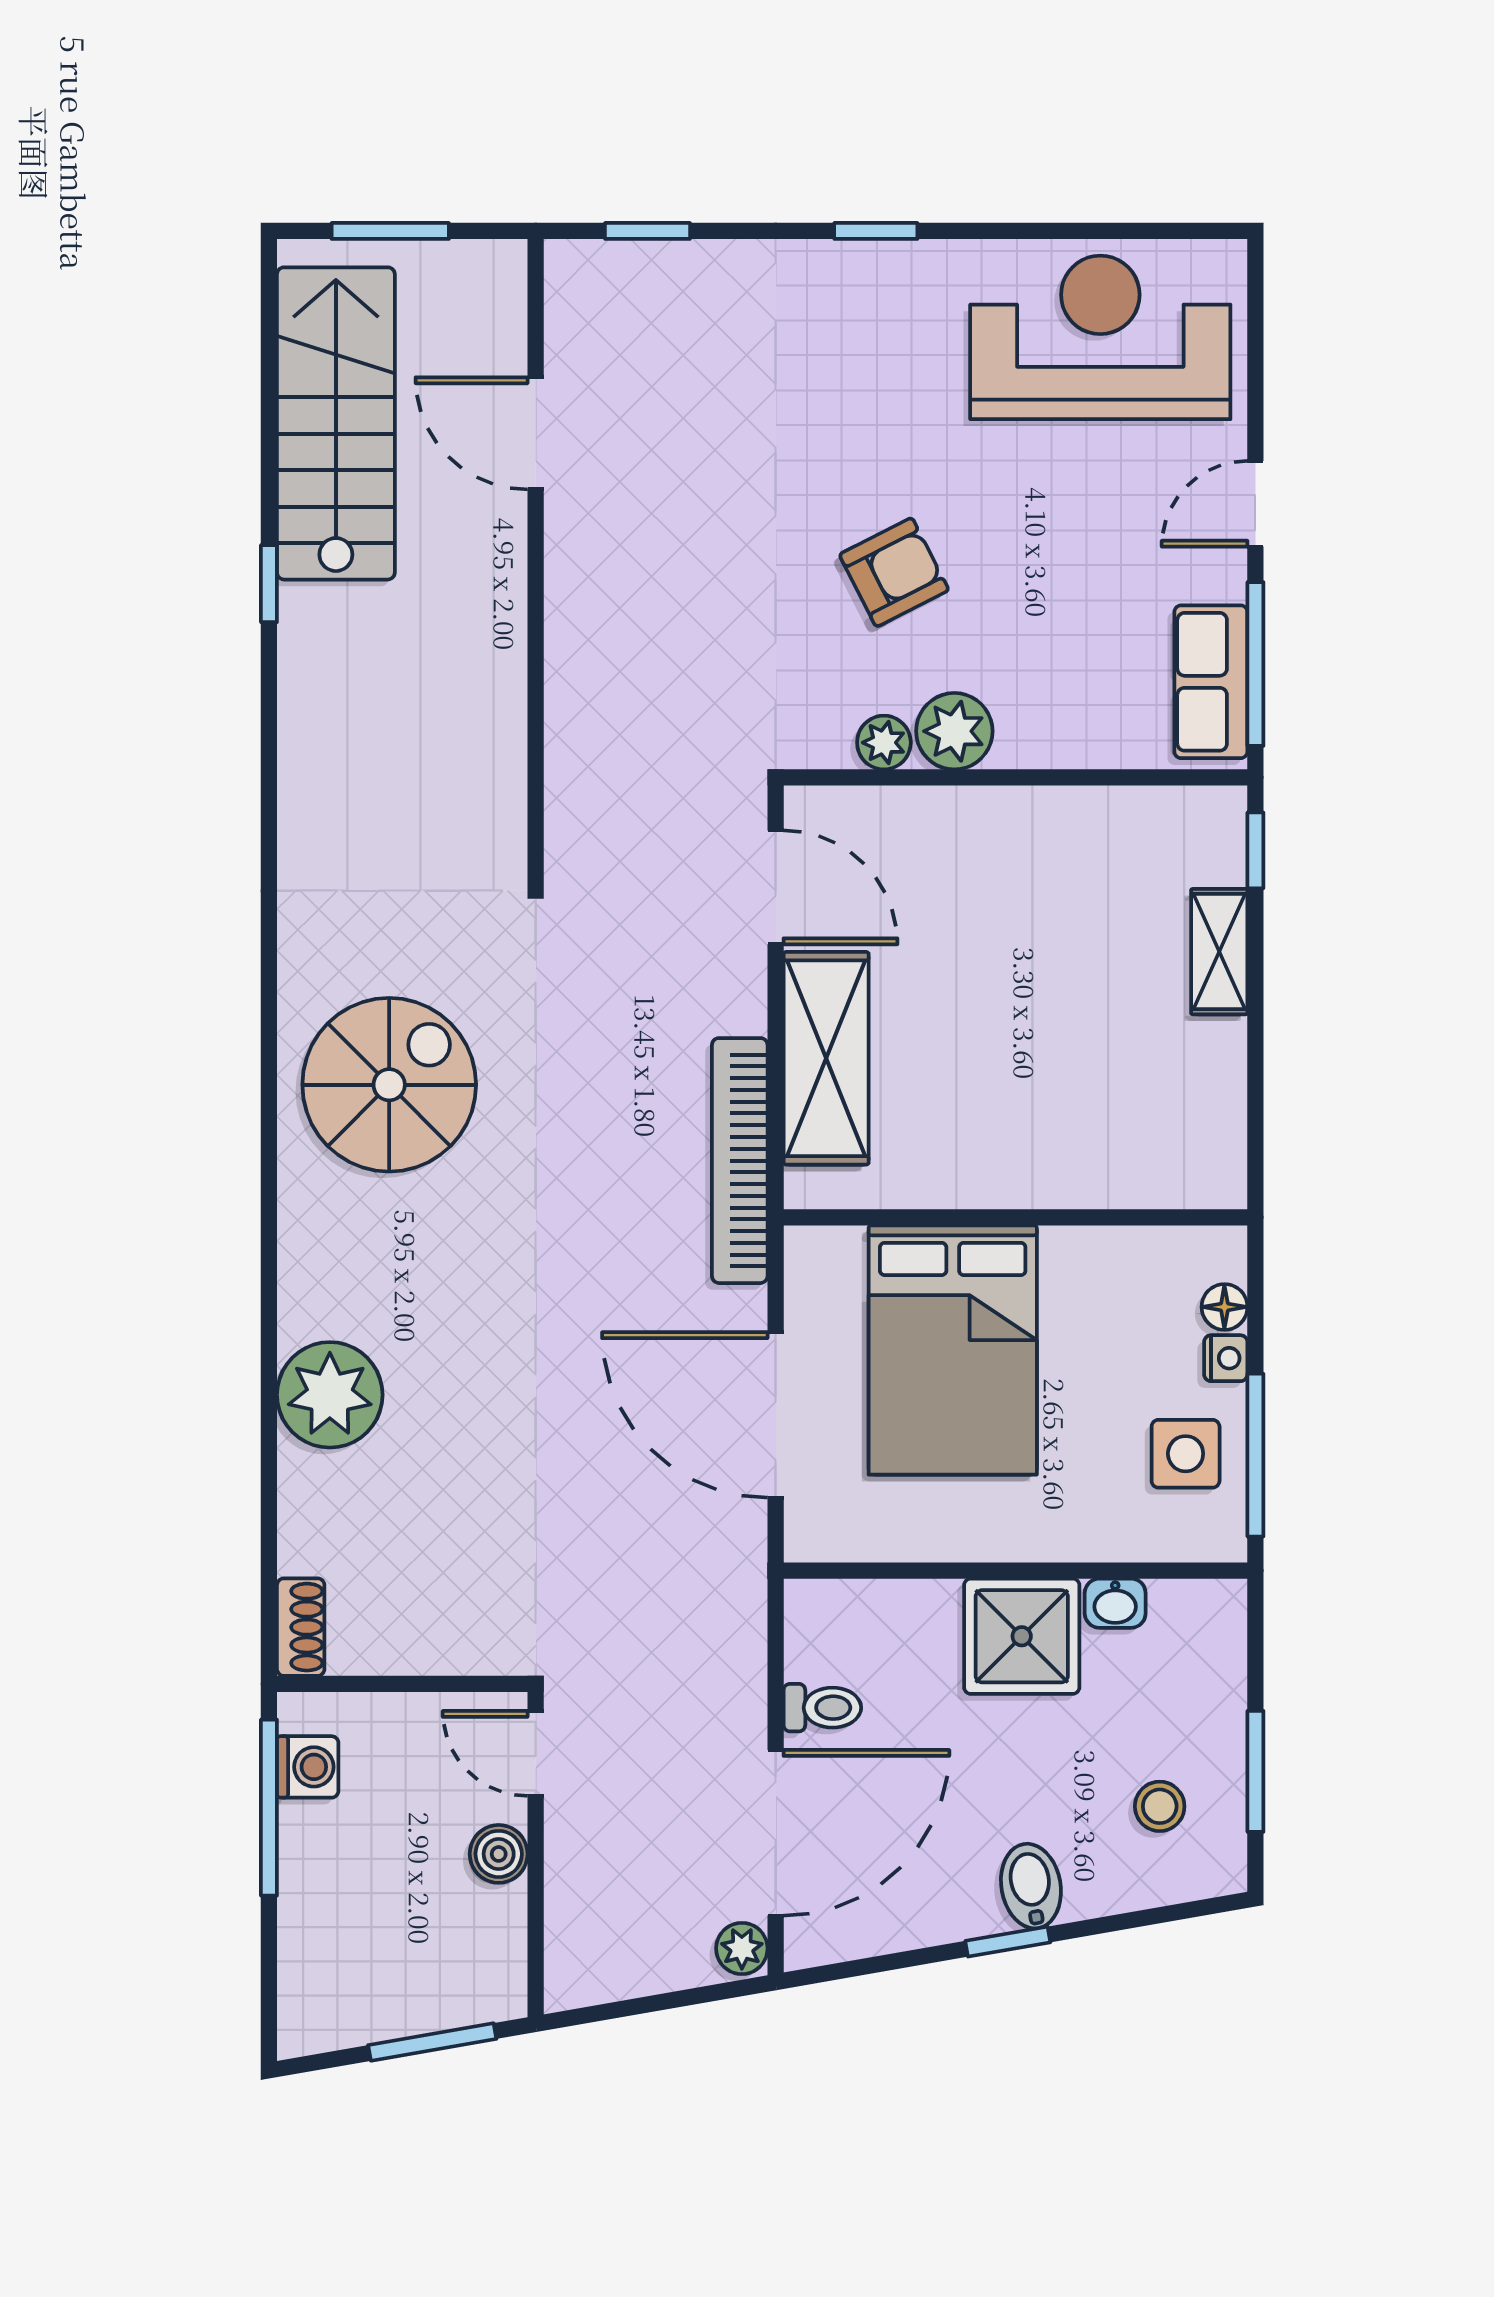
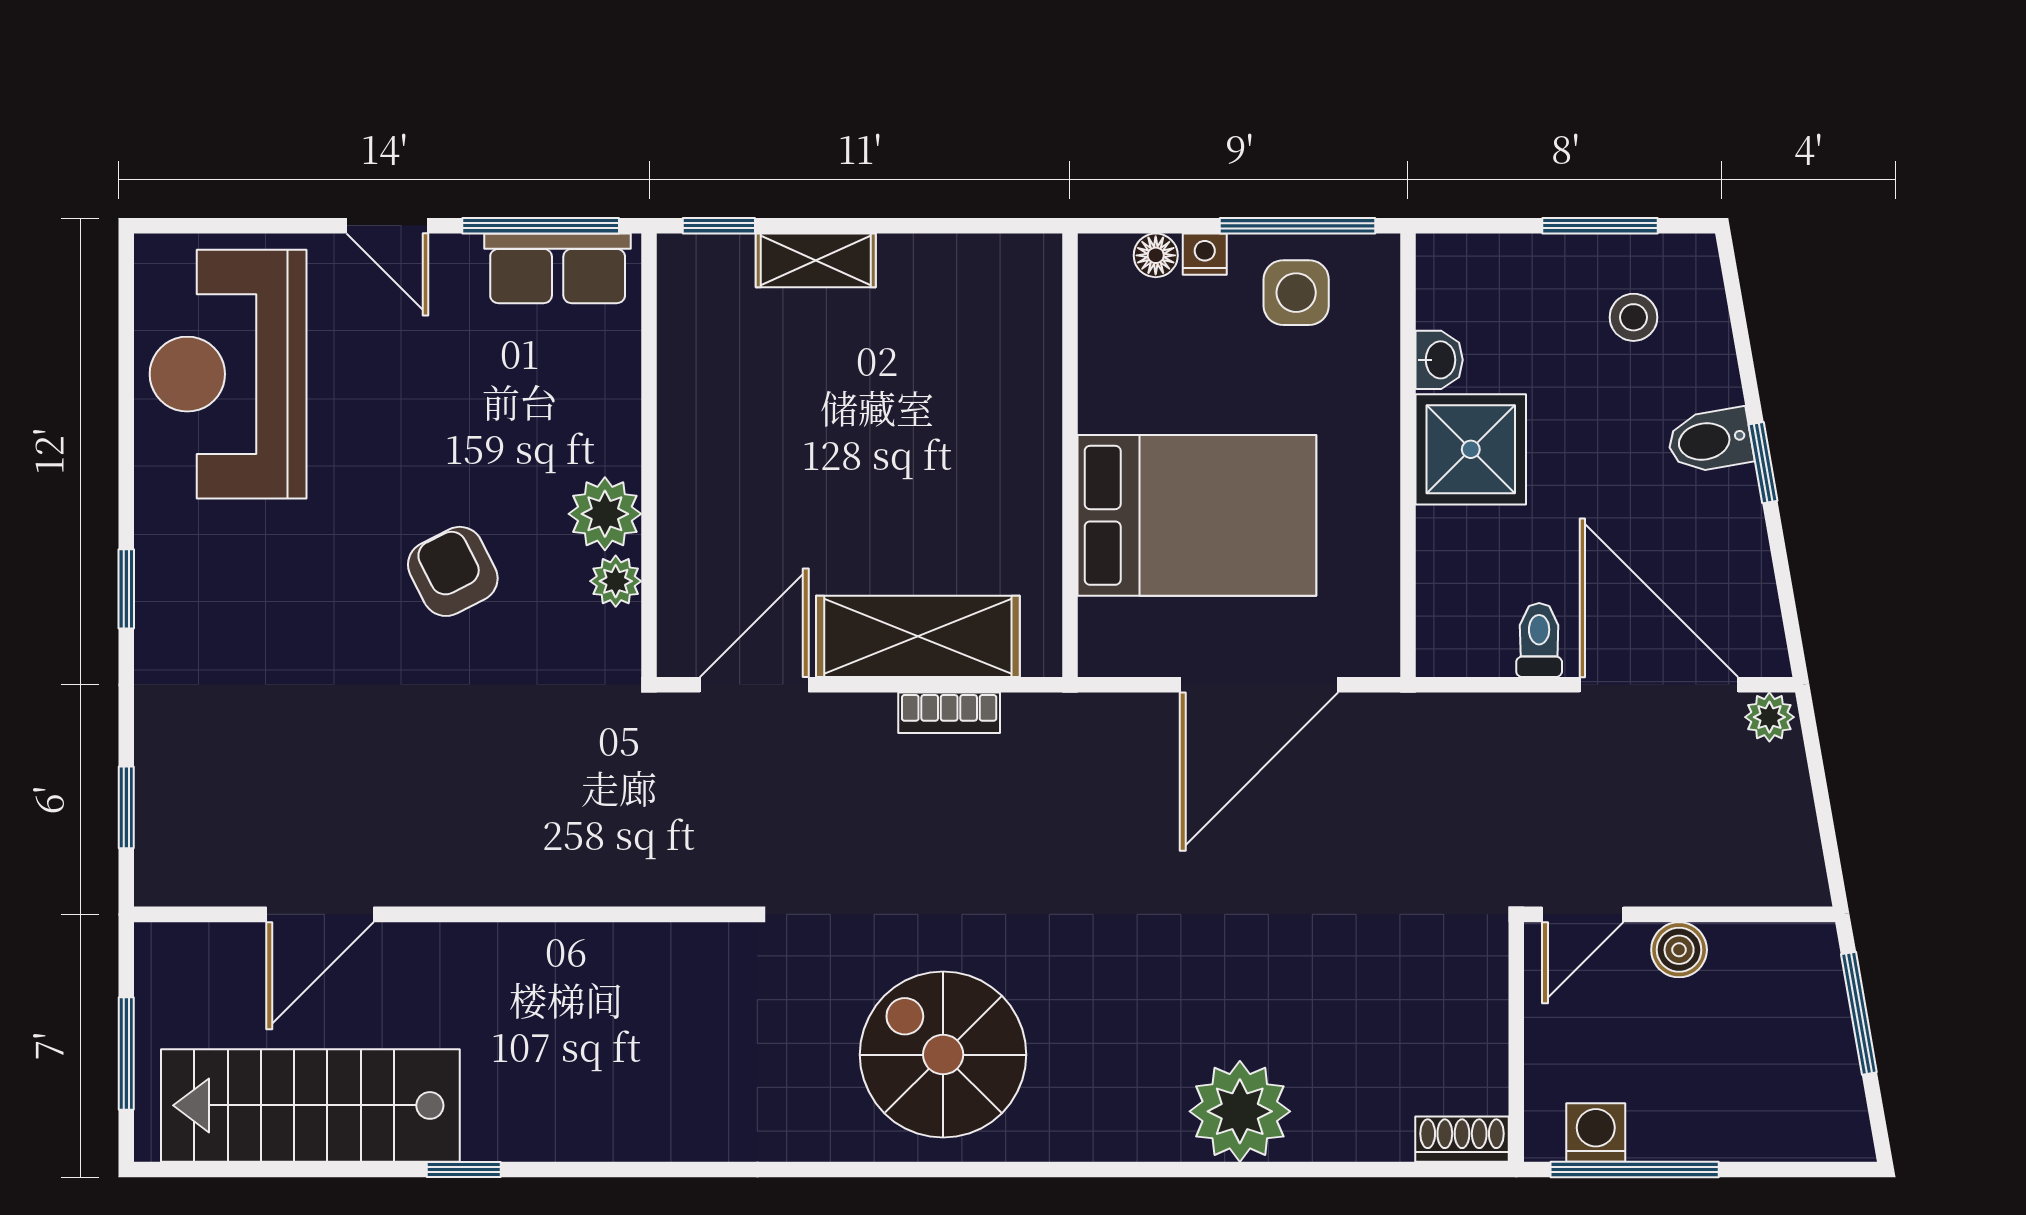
bookcase: (740, 1161) -> (949, 713), width x0.43, depth x0.76

